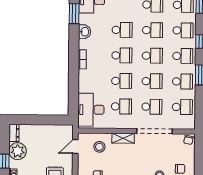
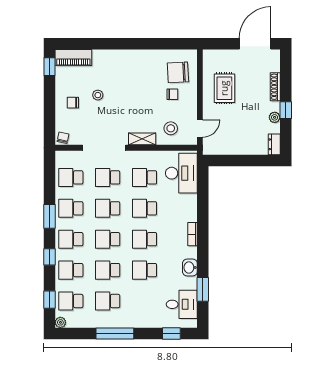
plant: (18, 151) -> (275, 117), width x0.53, depth x0.53

